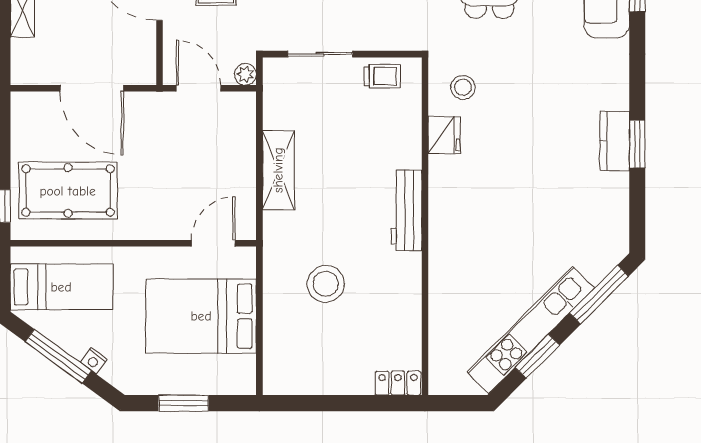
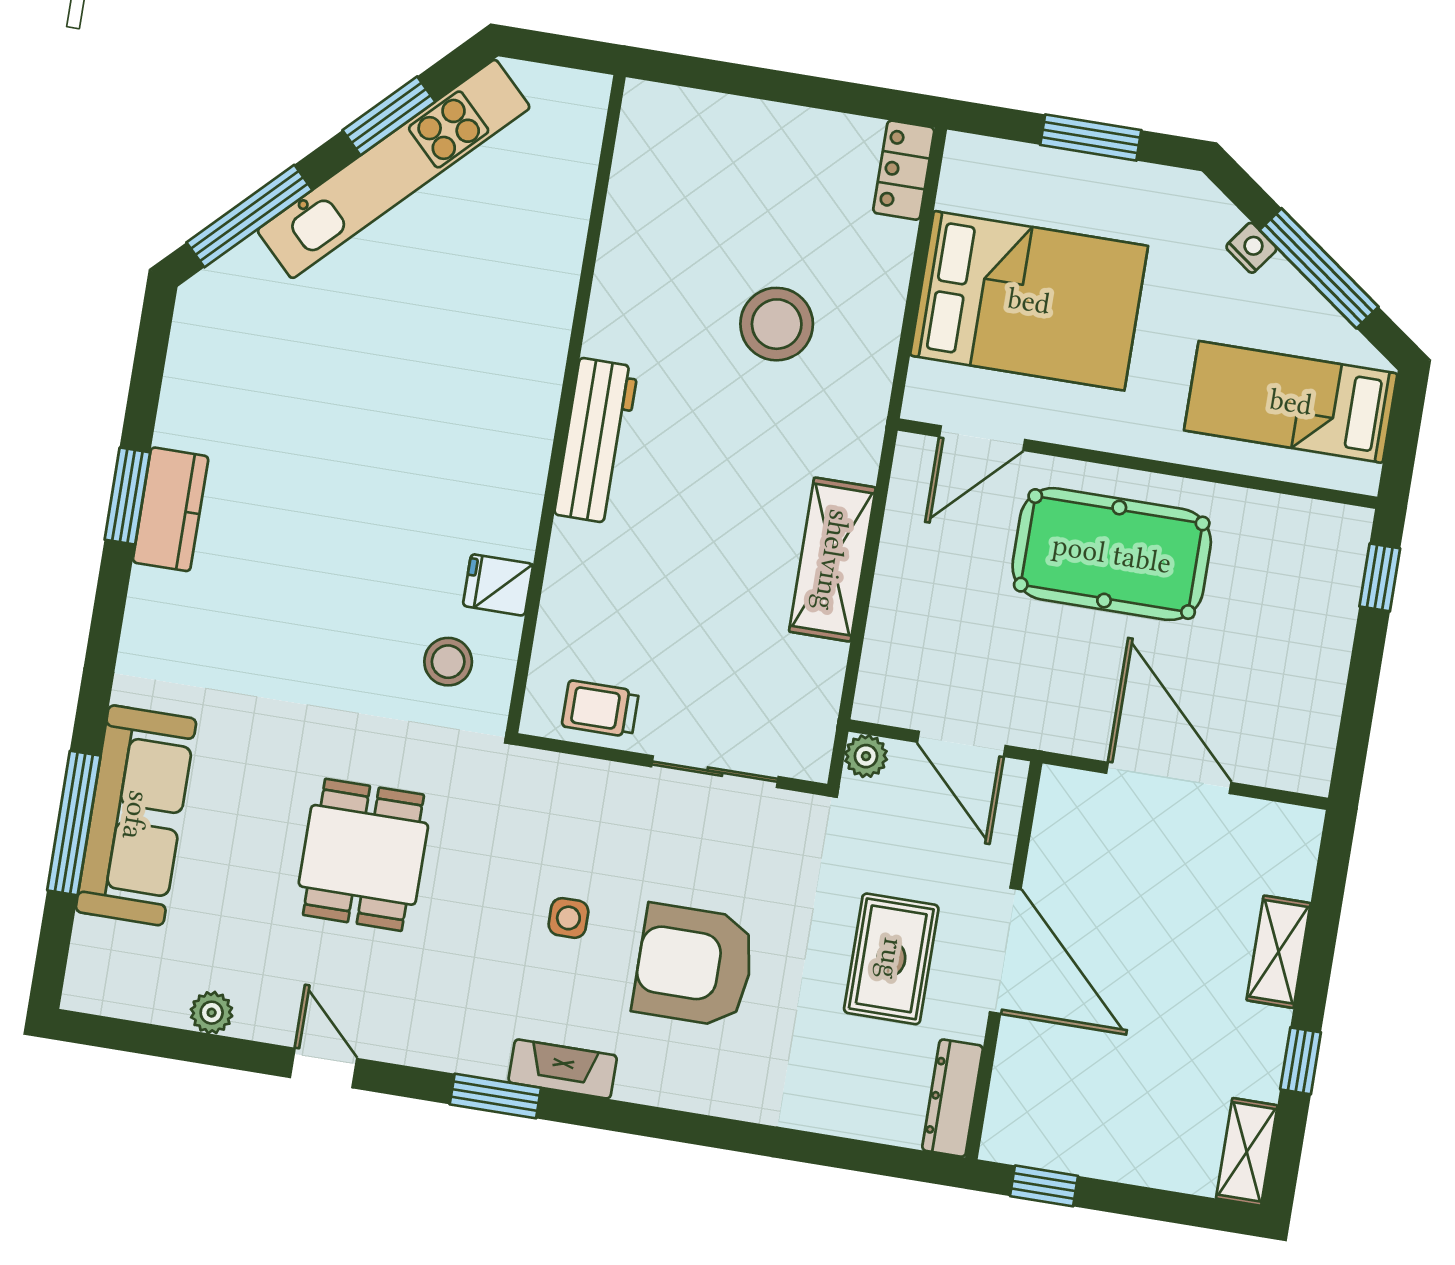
fridge: (444, 135) -> (498, 585), width x0.72
pool table: (68, 191) -> (1112, 554), moved
locker: (398, 383) -> (904, 170), moved, turned 90

